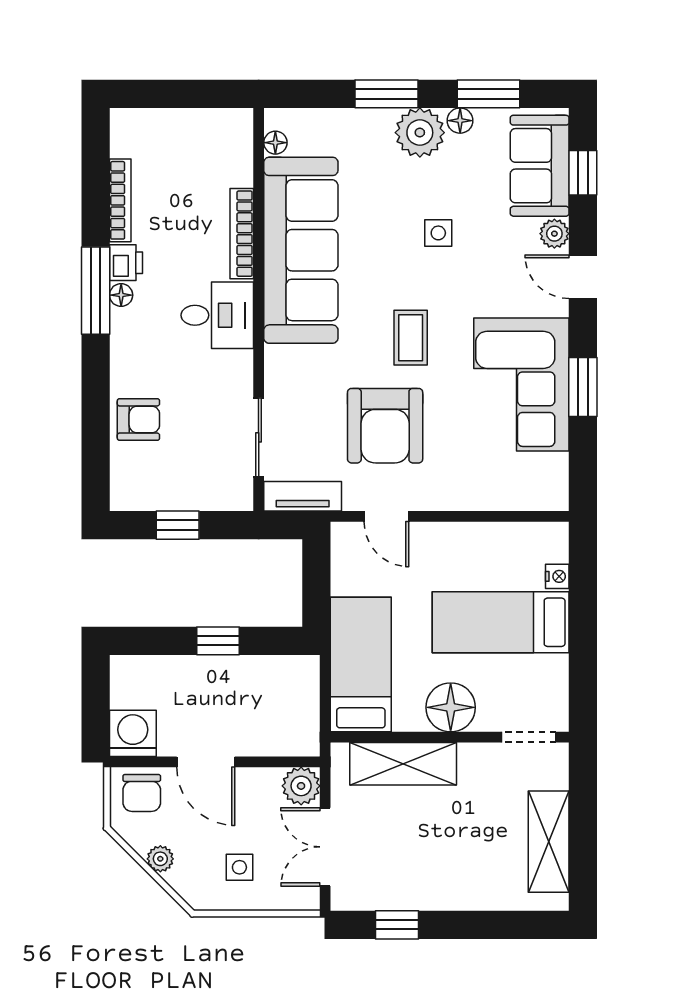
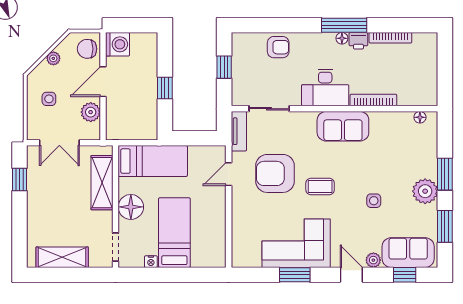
floor lamp: (460, 121) -> (431, 212), removed
sofa: (301, 250) -> (343, 126), width x0.54, depth x0.79
door: (583, 277) -> (351, 275), hinge flipped
desk: (217, 315) -> (325, 88), width x1.37
armchair: (138, 420) -> (278, 47), turned -90
nightstand: (557, 576) -> (151, 262), moved
plant: (301, 786) -> (91, 112), moved
double door: (325, 847) -> (59, 143), swing flipped

